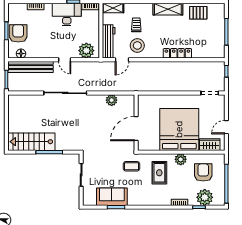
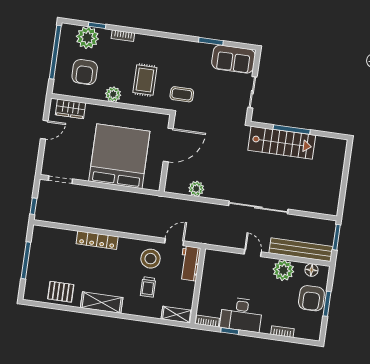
workbench: (109, 41) -> (190, 263), width x0.73
plant: (86, 51) -> (283, 270), moved
bed: (179, 129) -> (119, 156), moved, turned 180
stairs: (31, 142) -> (282, 143), moved
sofa: (112, 197) -> (234, 59), moved

